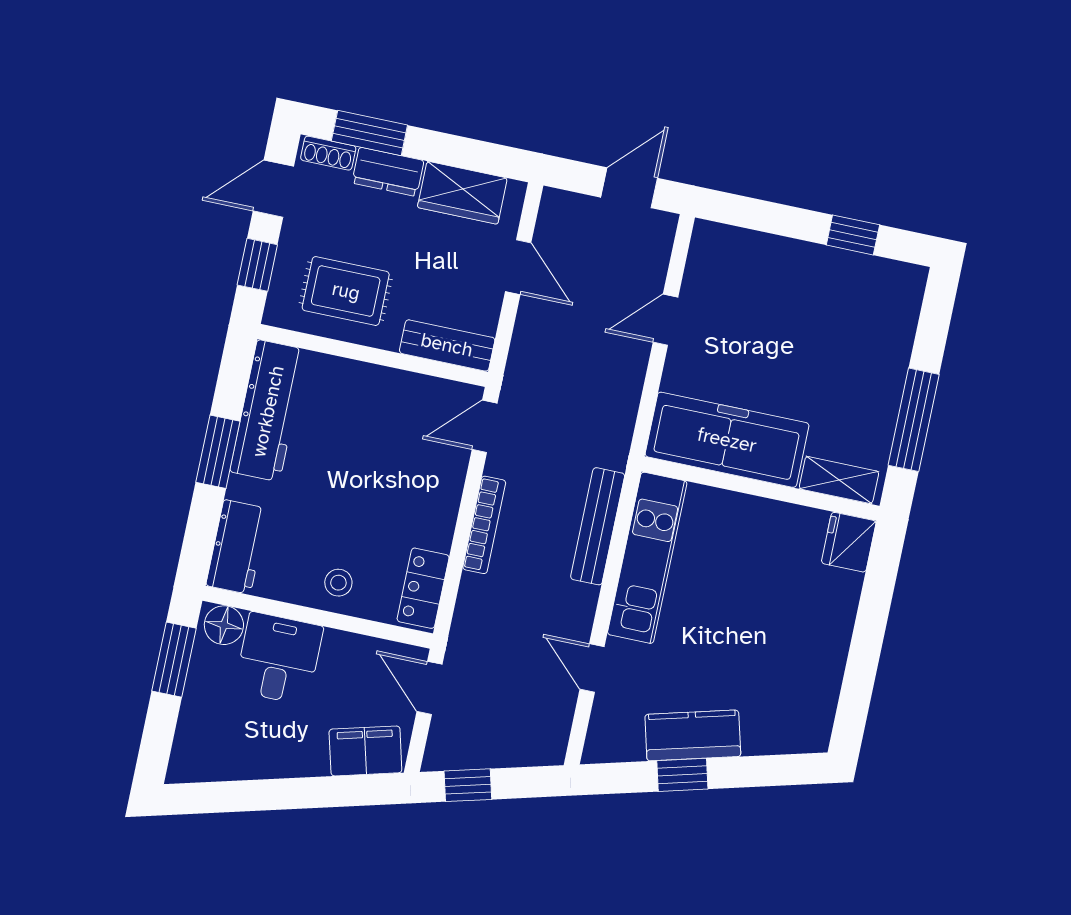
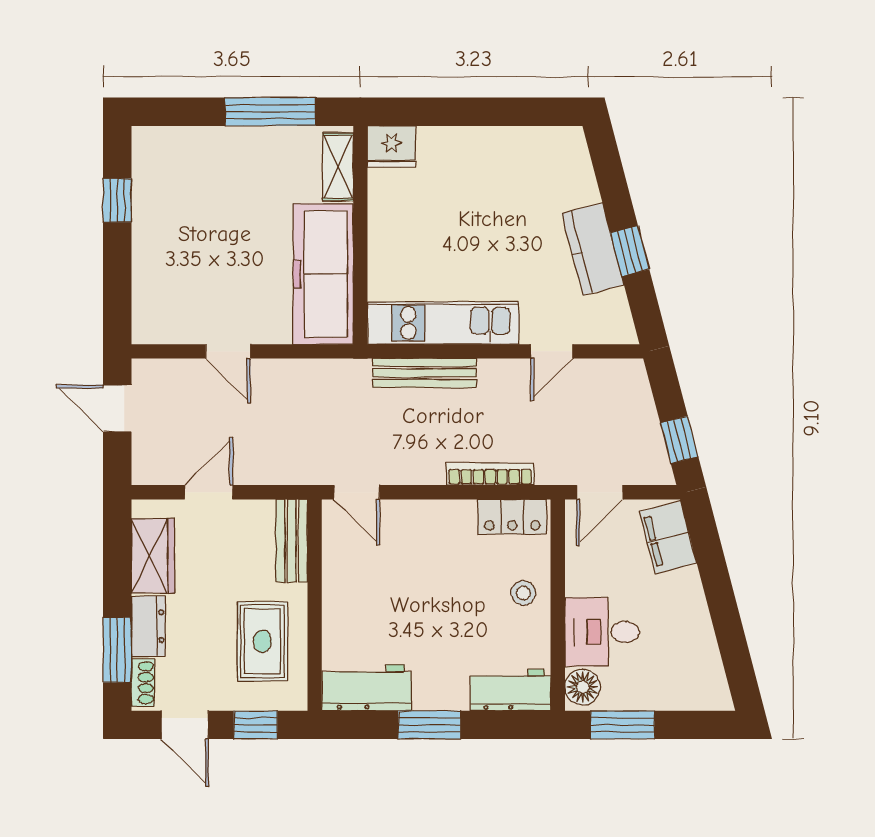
workbench: (268, 411) -> (367, 688), width x0.73
bookcase: (484, 525) -> (490, 474), moved

